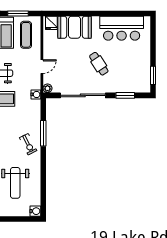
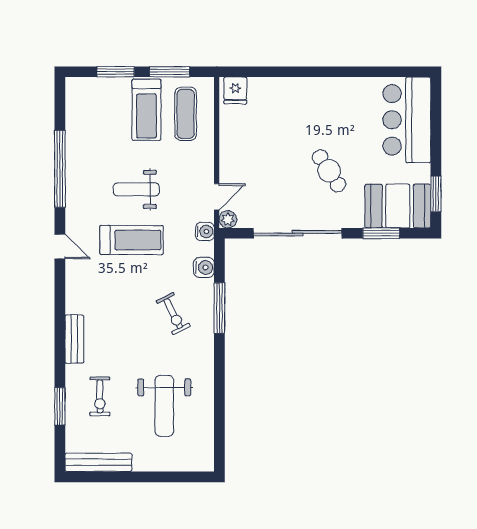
booth: (74, 27) -> (398, 206), moved
bar counter: (122, 28) -> (407, 120), moved, turned 90
door: (42, 67) -> (217, 197), moved
exercise bike: (28, 144) -> (173, 314), moved
water cooler: (35, 211) -> (204, 267), moved

